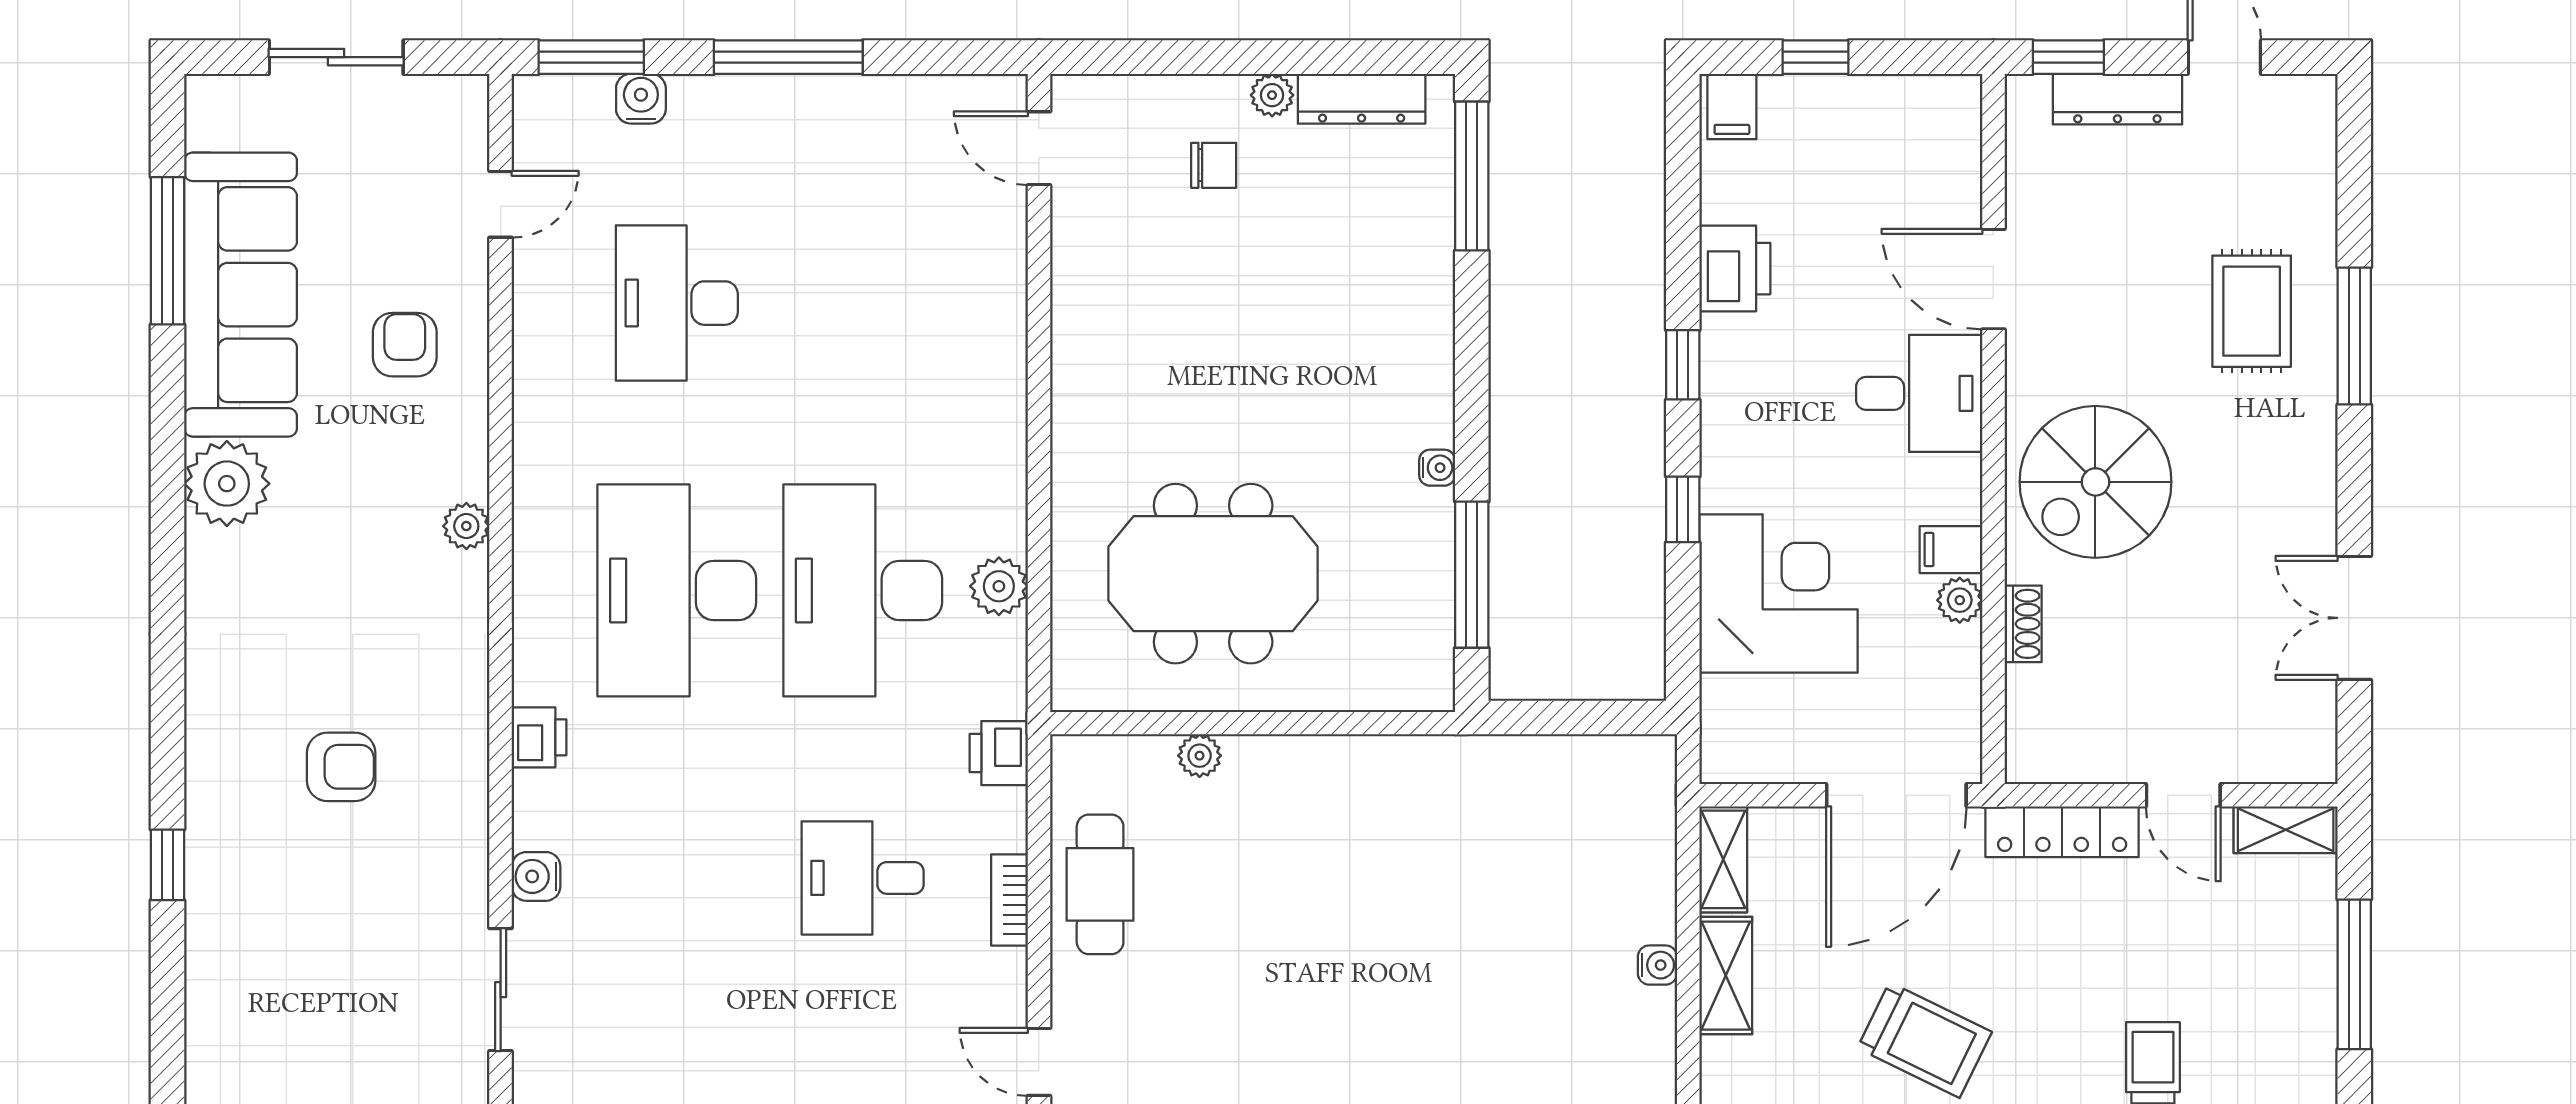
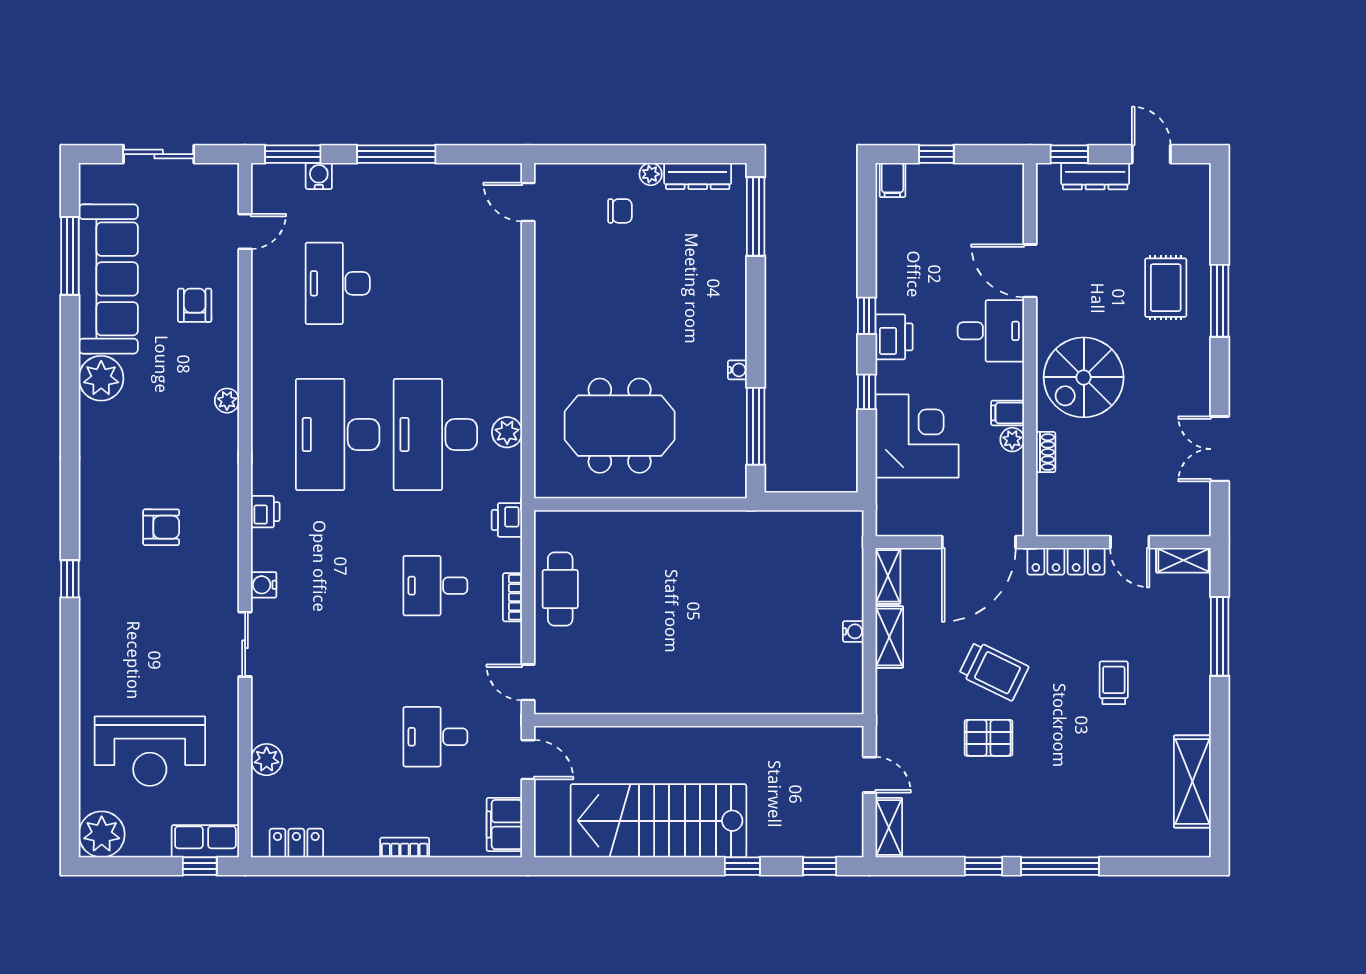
printer: (1735, 269) -> (894, 337), moved
plant: (1200, 756) -> (613, 521), removed

